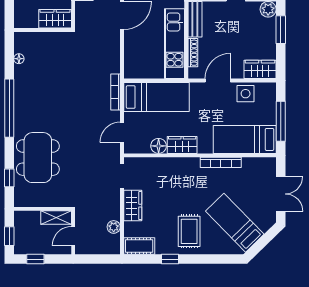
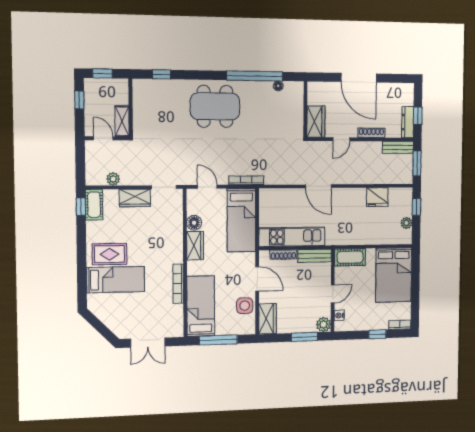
window: (9, 108) -> (255, 76), moved
dining table: (38, 158) -> (215, 106), moved
bed: (235, 223) -> (116, 280), moved, turned 44
window: (170, 259) -> (81, 207), moved

